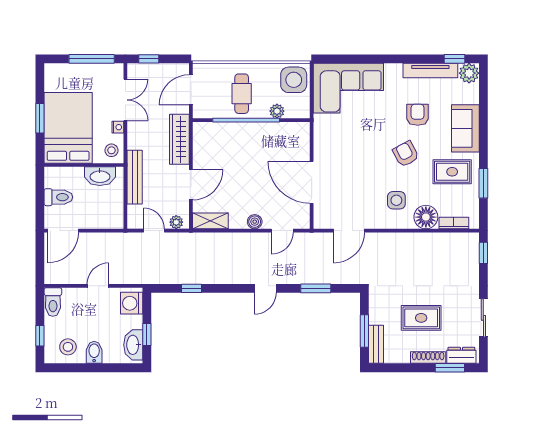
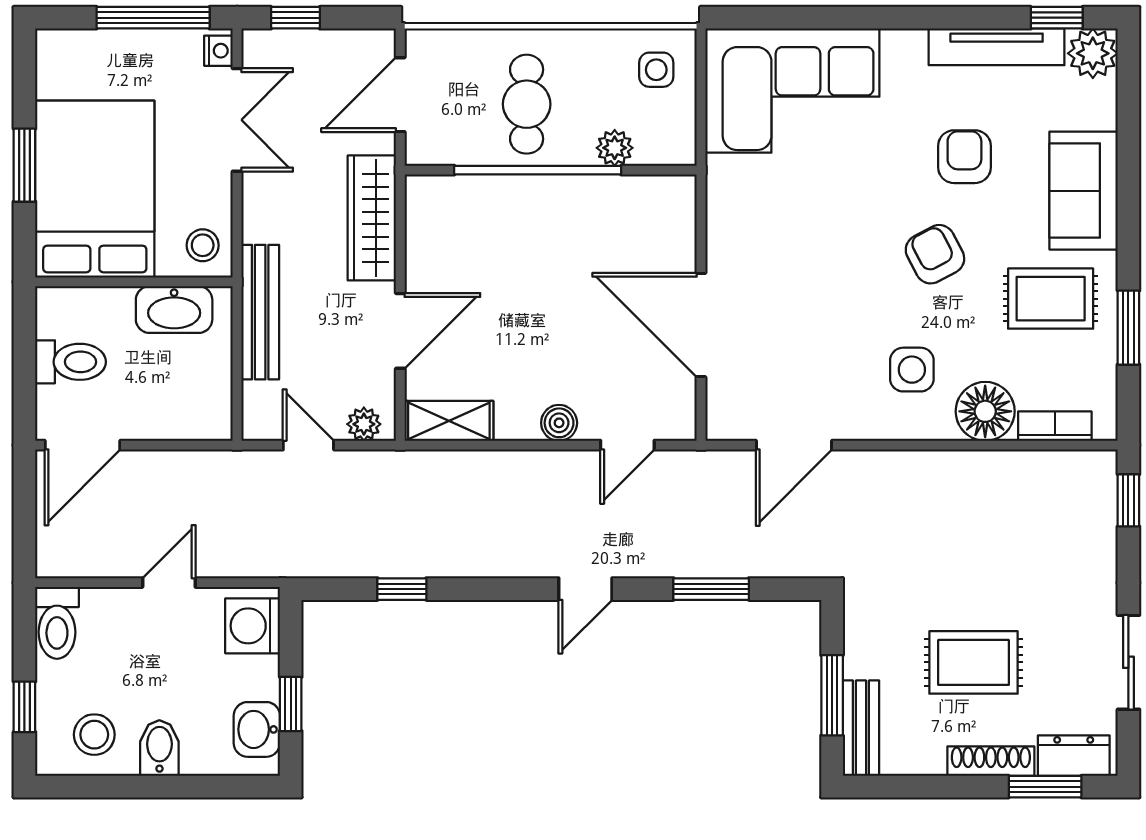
side table: (294, 80) -> (656, 70), width x0.54, depth x0.54
nightstand: (118, 127) -> (218, 51), moved
washbasin: (133, 345) -> (257, 729), width x0.72

